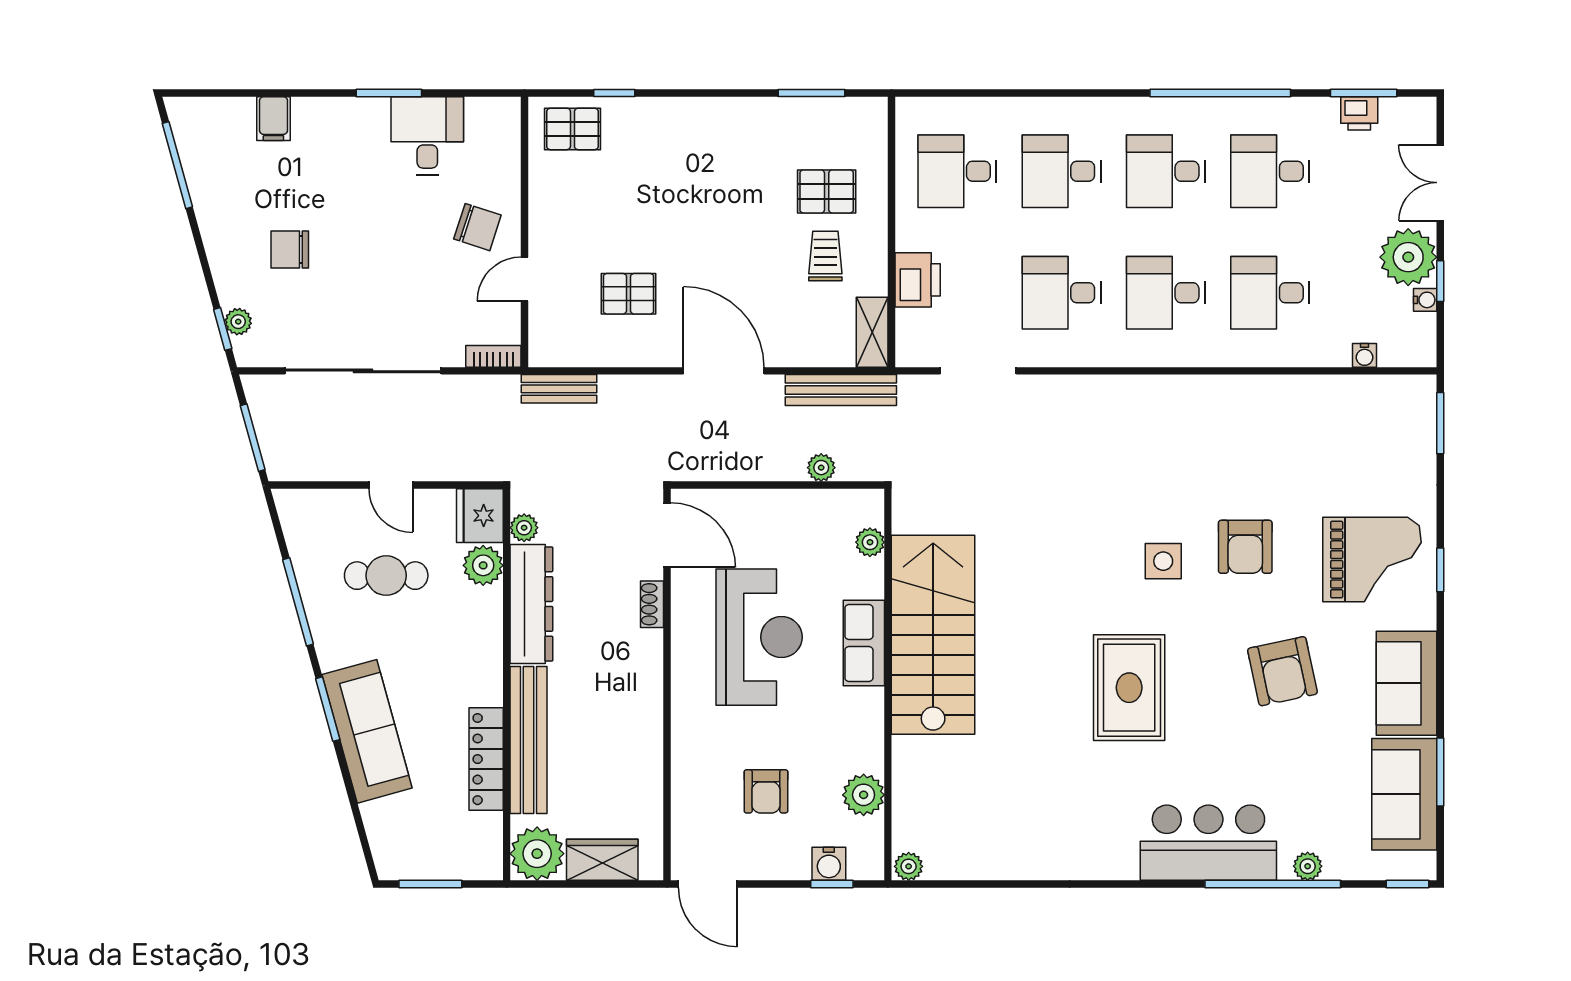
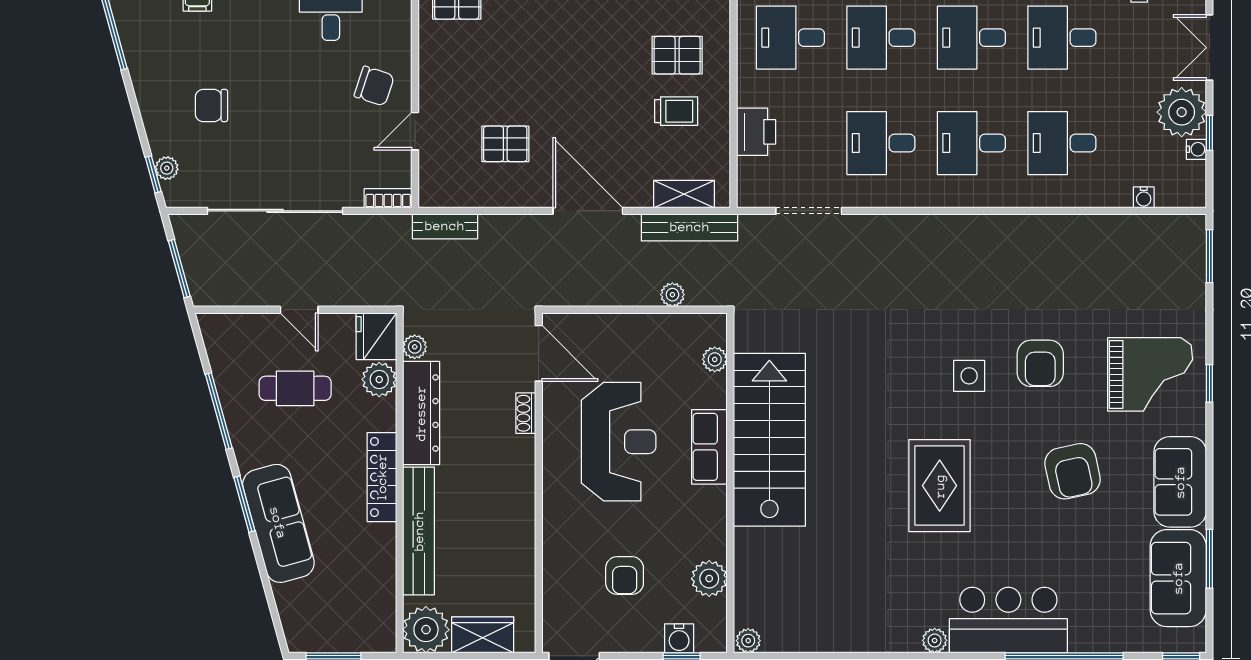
trolley: (825, 256) -> (676, 111), turned 90
shelving: (872, 332) -> (684, 194), moved, turned 90
locker: (486, 759) -> (382, 477), moved
plant: (1308, 866) -> (935, 640), moved

